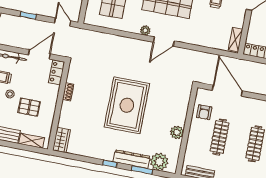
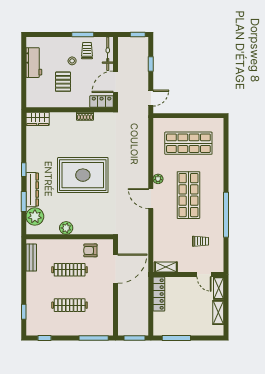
door: (39, 54) -> (115, 82), swing flipped
shelving: (32, 141) -> (31, 90), removed

